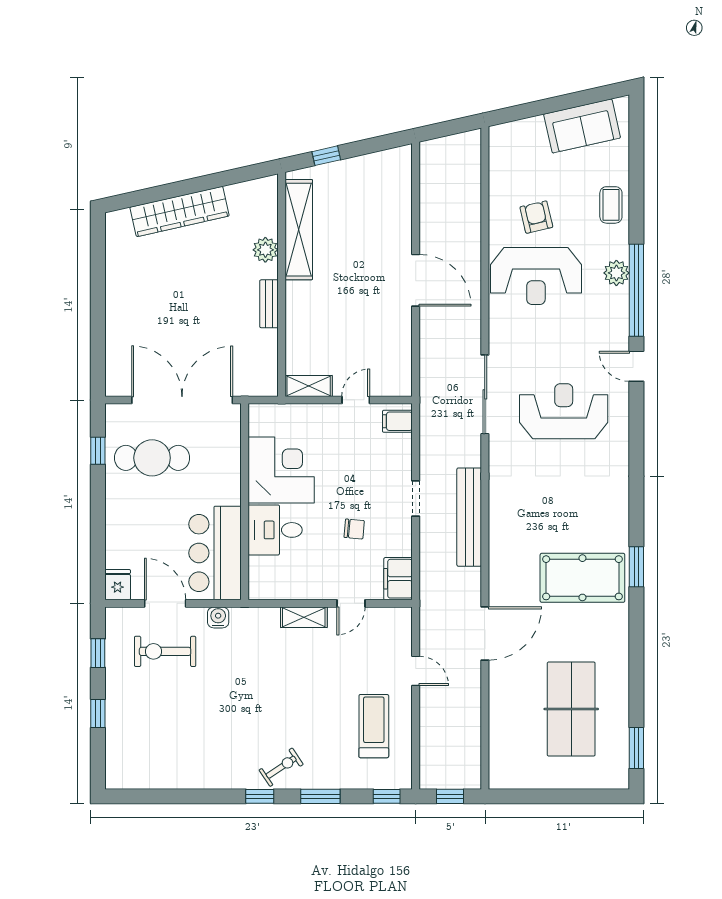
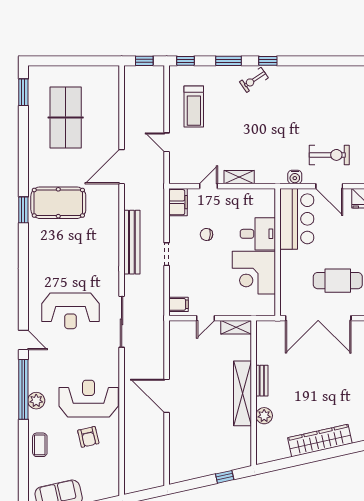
shelving: (299, 230) -> (242, 393), moved

